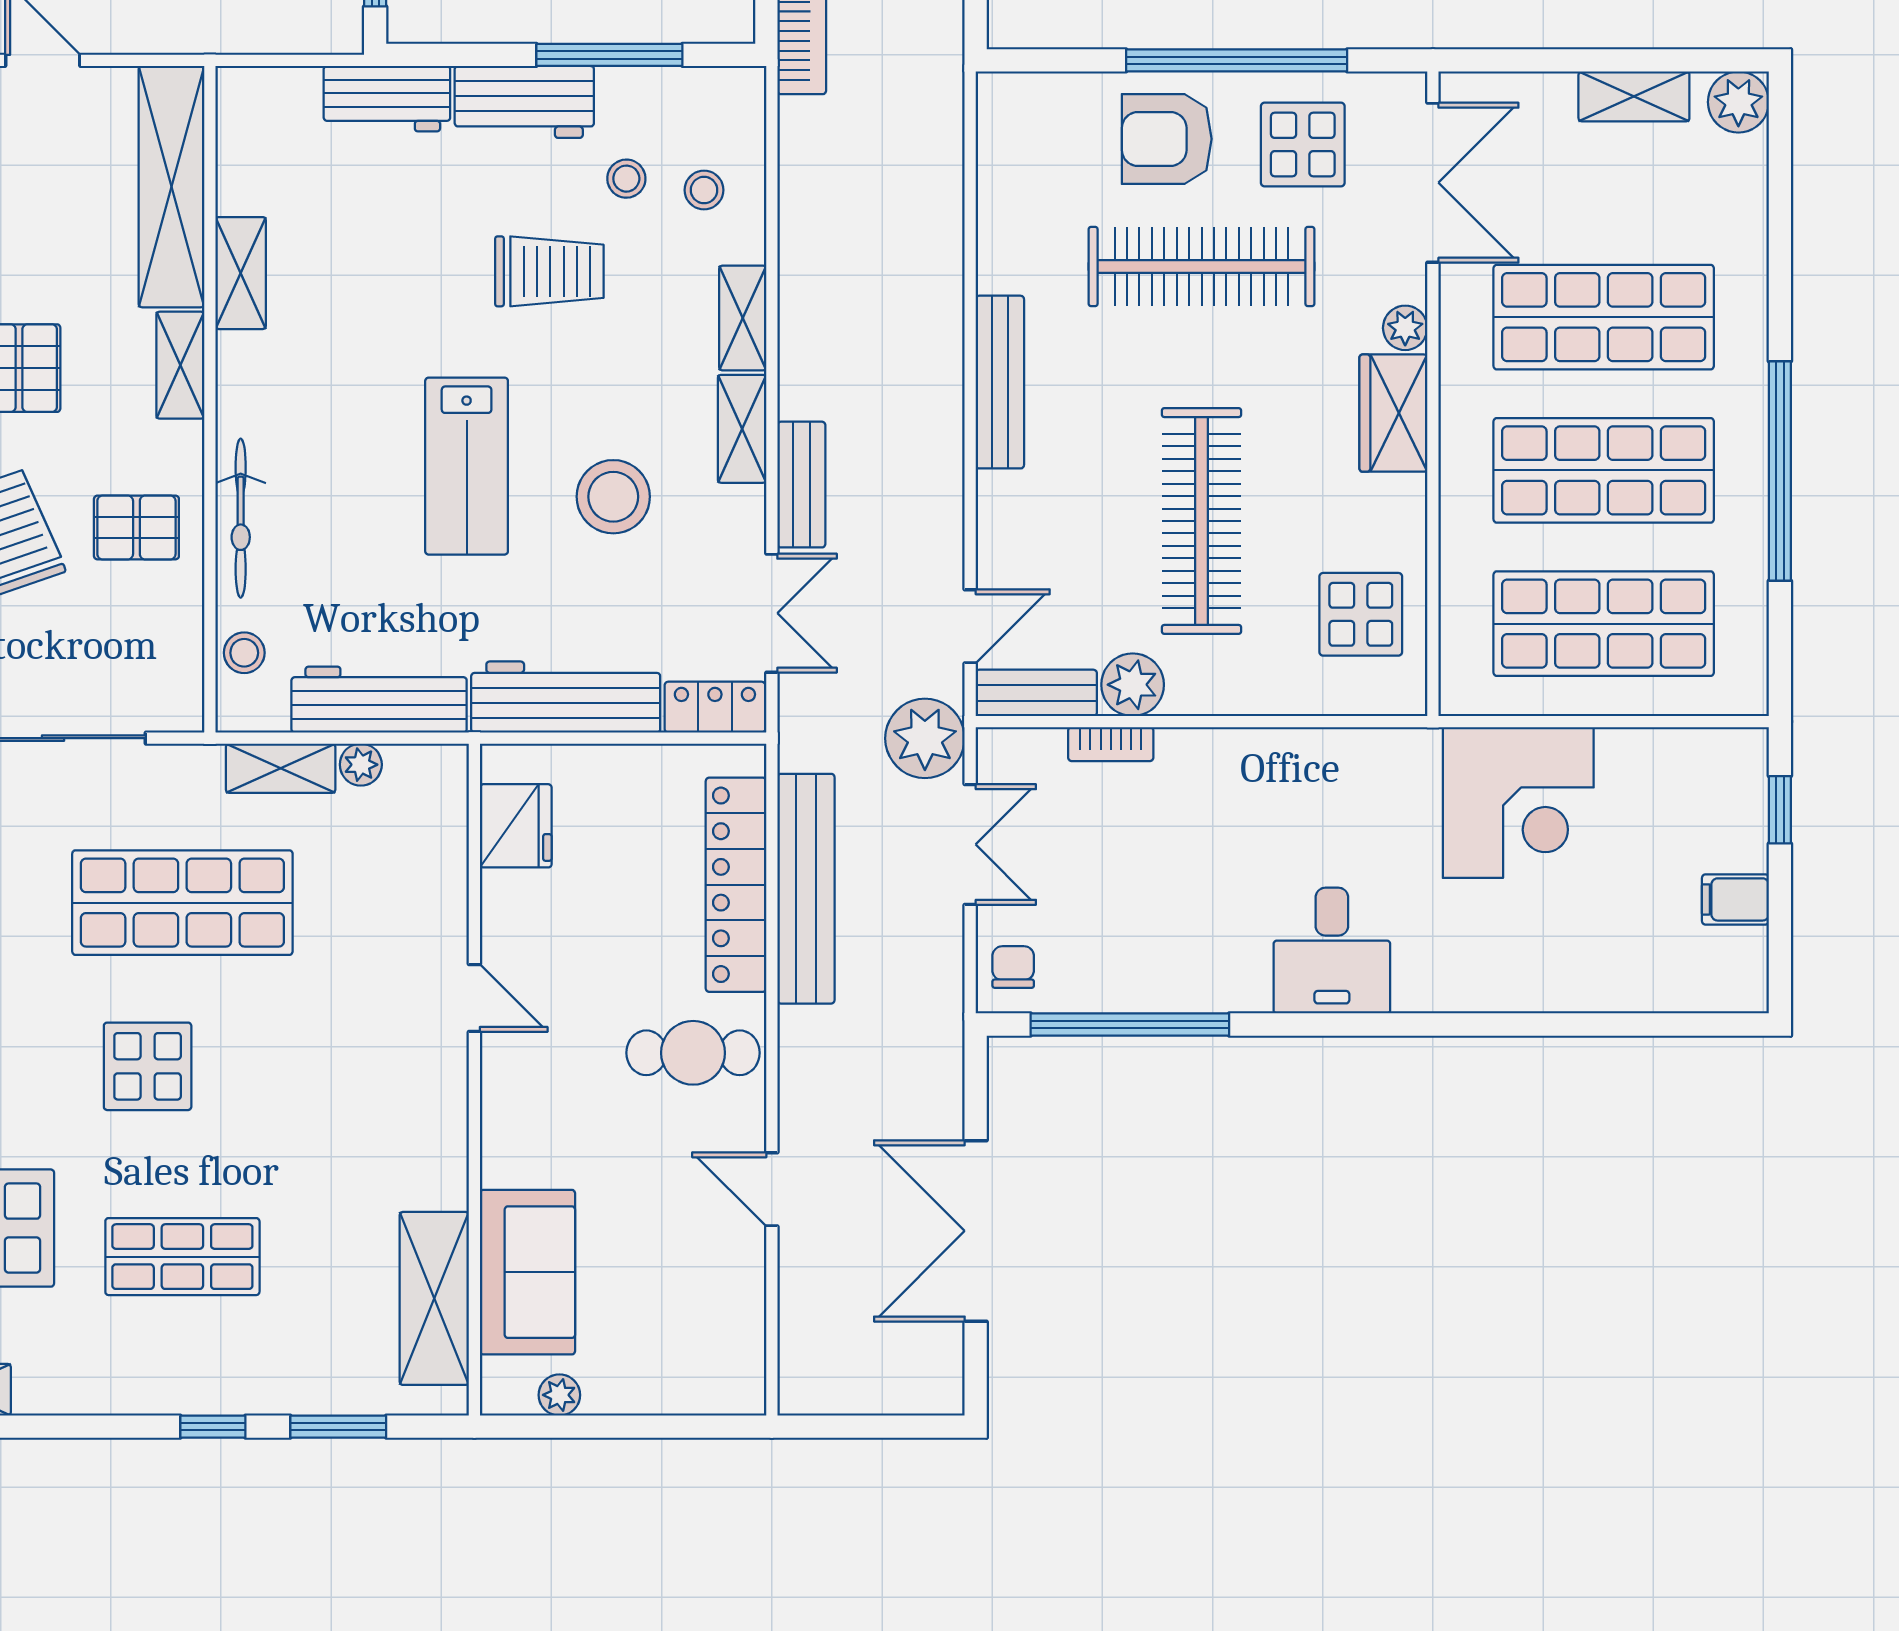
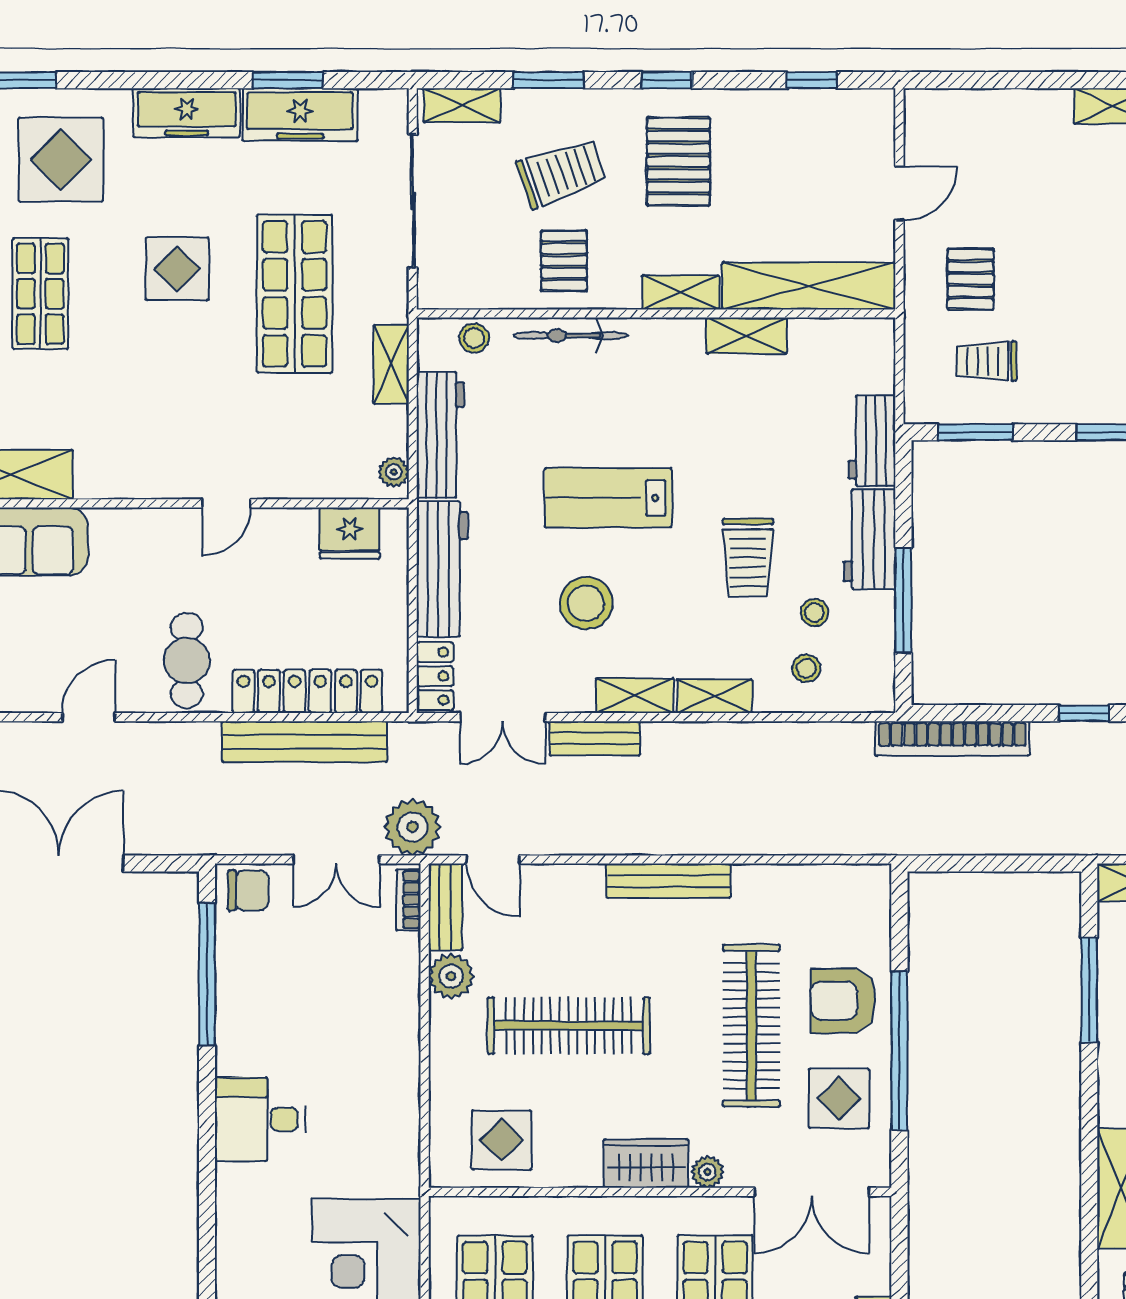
armchair: (1167, 139) -> (843, 1001), turned -90
bookcase: (1111, 744) -> (408, 900), moved
plant: (361, 765) -> (394, 472), moved
chair: (1013, 967) -> (248, 890), width x1.37, depth x1.37

